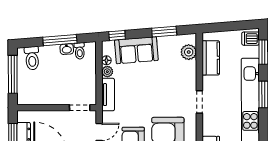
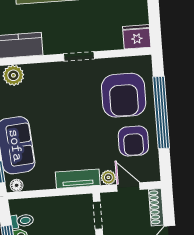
floor lamp: (106, 60) -> (17, 185), moved
plant: (107, 72) -> (108, 177), moved

